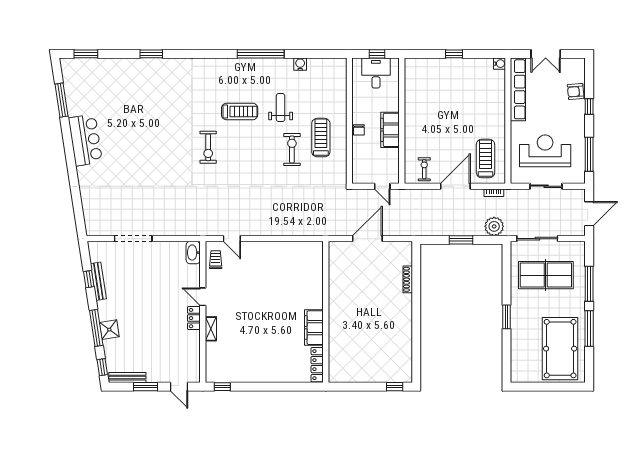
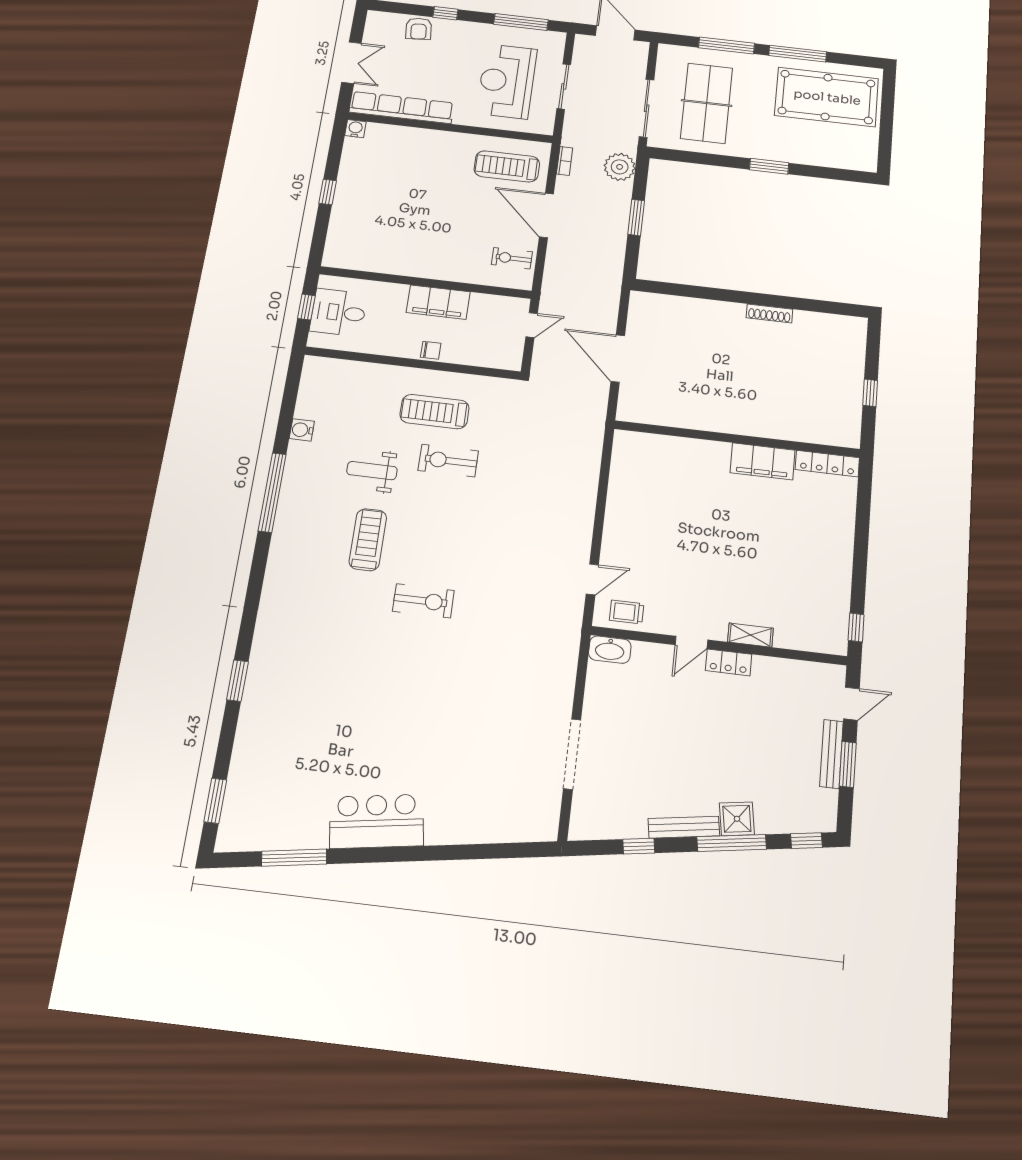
shoe rack: (408, 279) -> (769, 313), moved
bench: (98, 281) -> (684, 827), moved
bench: (127, 378) -> (831, 754), moved
window: (395, 387) -> (870, 393), moved

